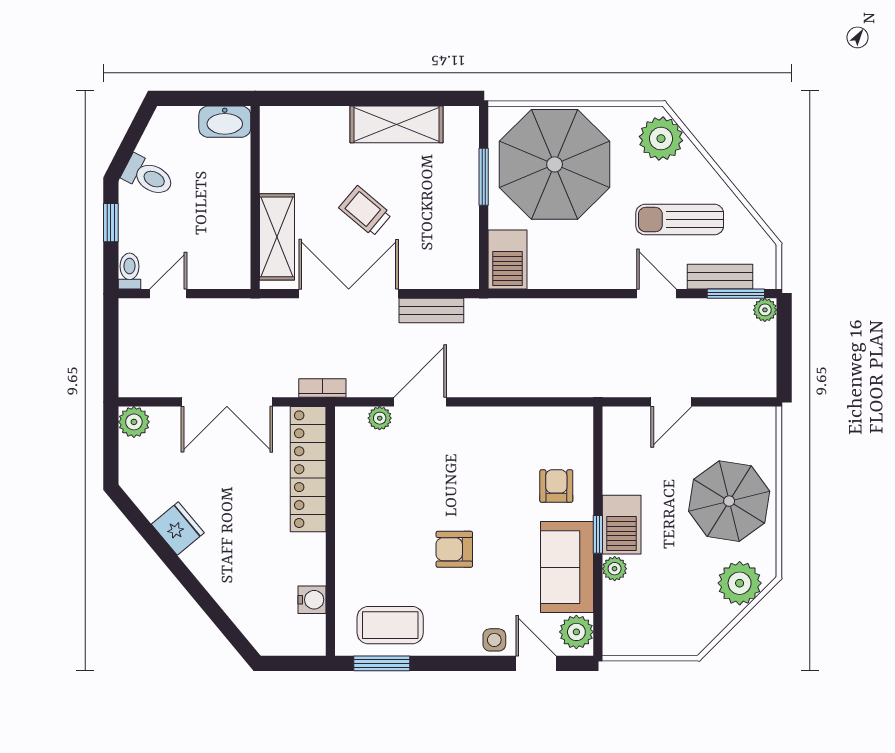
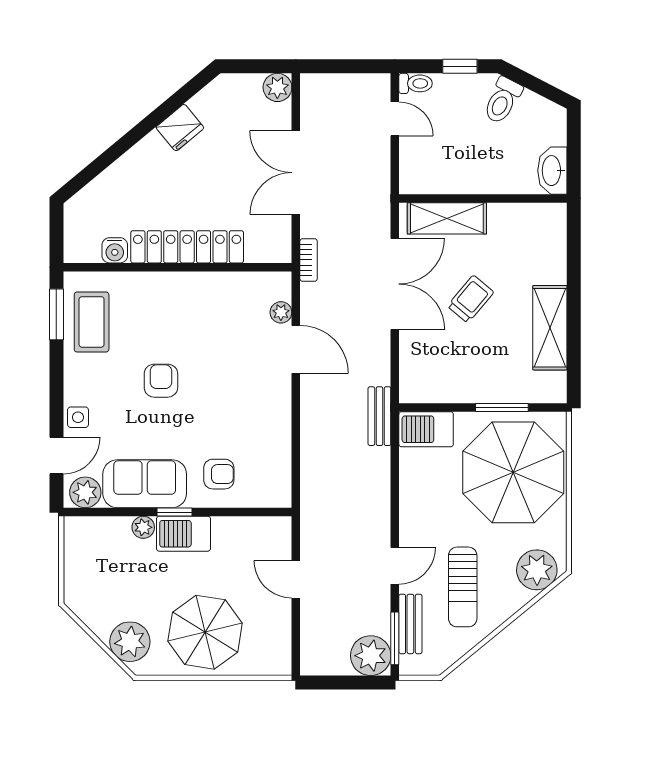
sun lounger: (680, 220) -> (463, 587), turned 180
bench: (431, 310) -> (379, 416), moved
plant: (765, 310) -> (371, 656), width x1.87, depth x1.87
locker: (308, 469) -> (187, 247), moved

